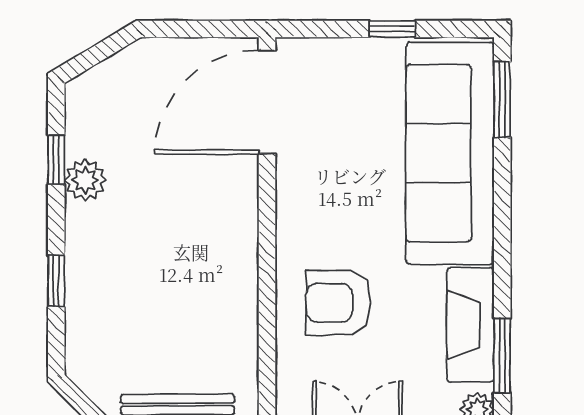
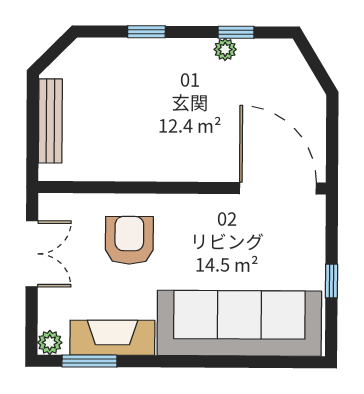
window: (502, 99) -> (279, 362), removed
plant: (85, 180) -> (225, 49), width x0.73, depth x0.73

